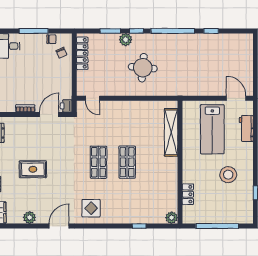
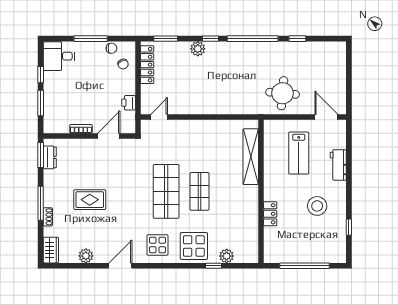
window: (110, 31) -> (166, 39), moved
round table: (143, 68) -> (283, 93), moved
door: (92, 98) -> (159, 117), swing flipped
printer: (66, 106) -> (129, 103), moved
workbench: (246, 128) -> (338, 165), moved
lab bench: (212, 129) -> (299, 153), width x0.73, depth x0.72
shop shelf: (98, 162) -> (166, 191), width x1.43, depth x1.36
locker: (188, 194) -> (270, 214), moved
display table: (122, 209) -> (194, 246), added
plant: (172, 218) -> (227, 256), moved

